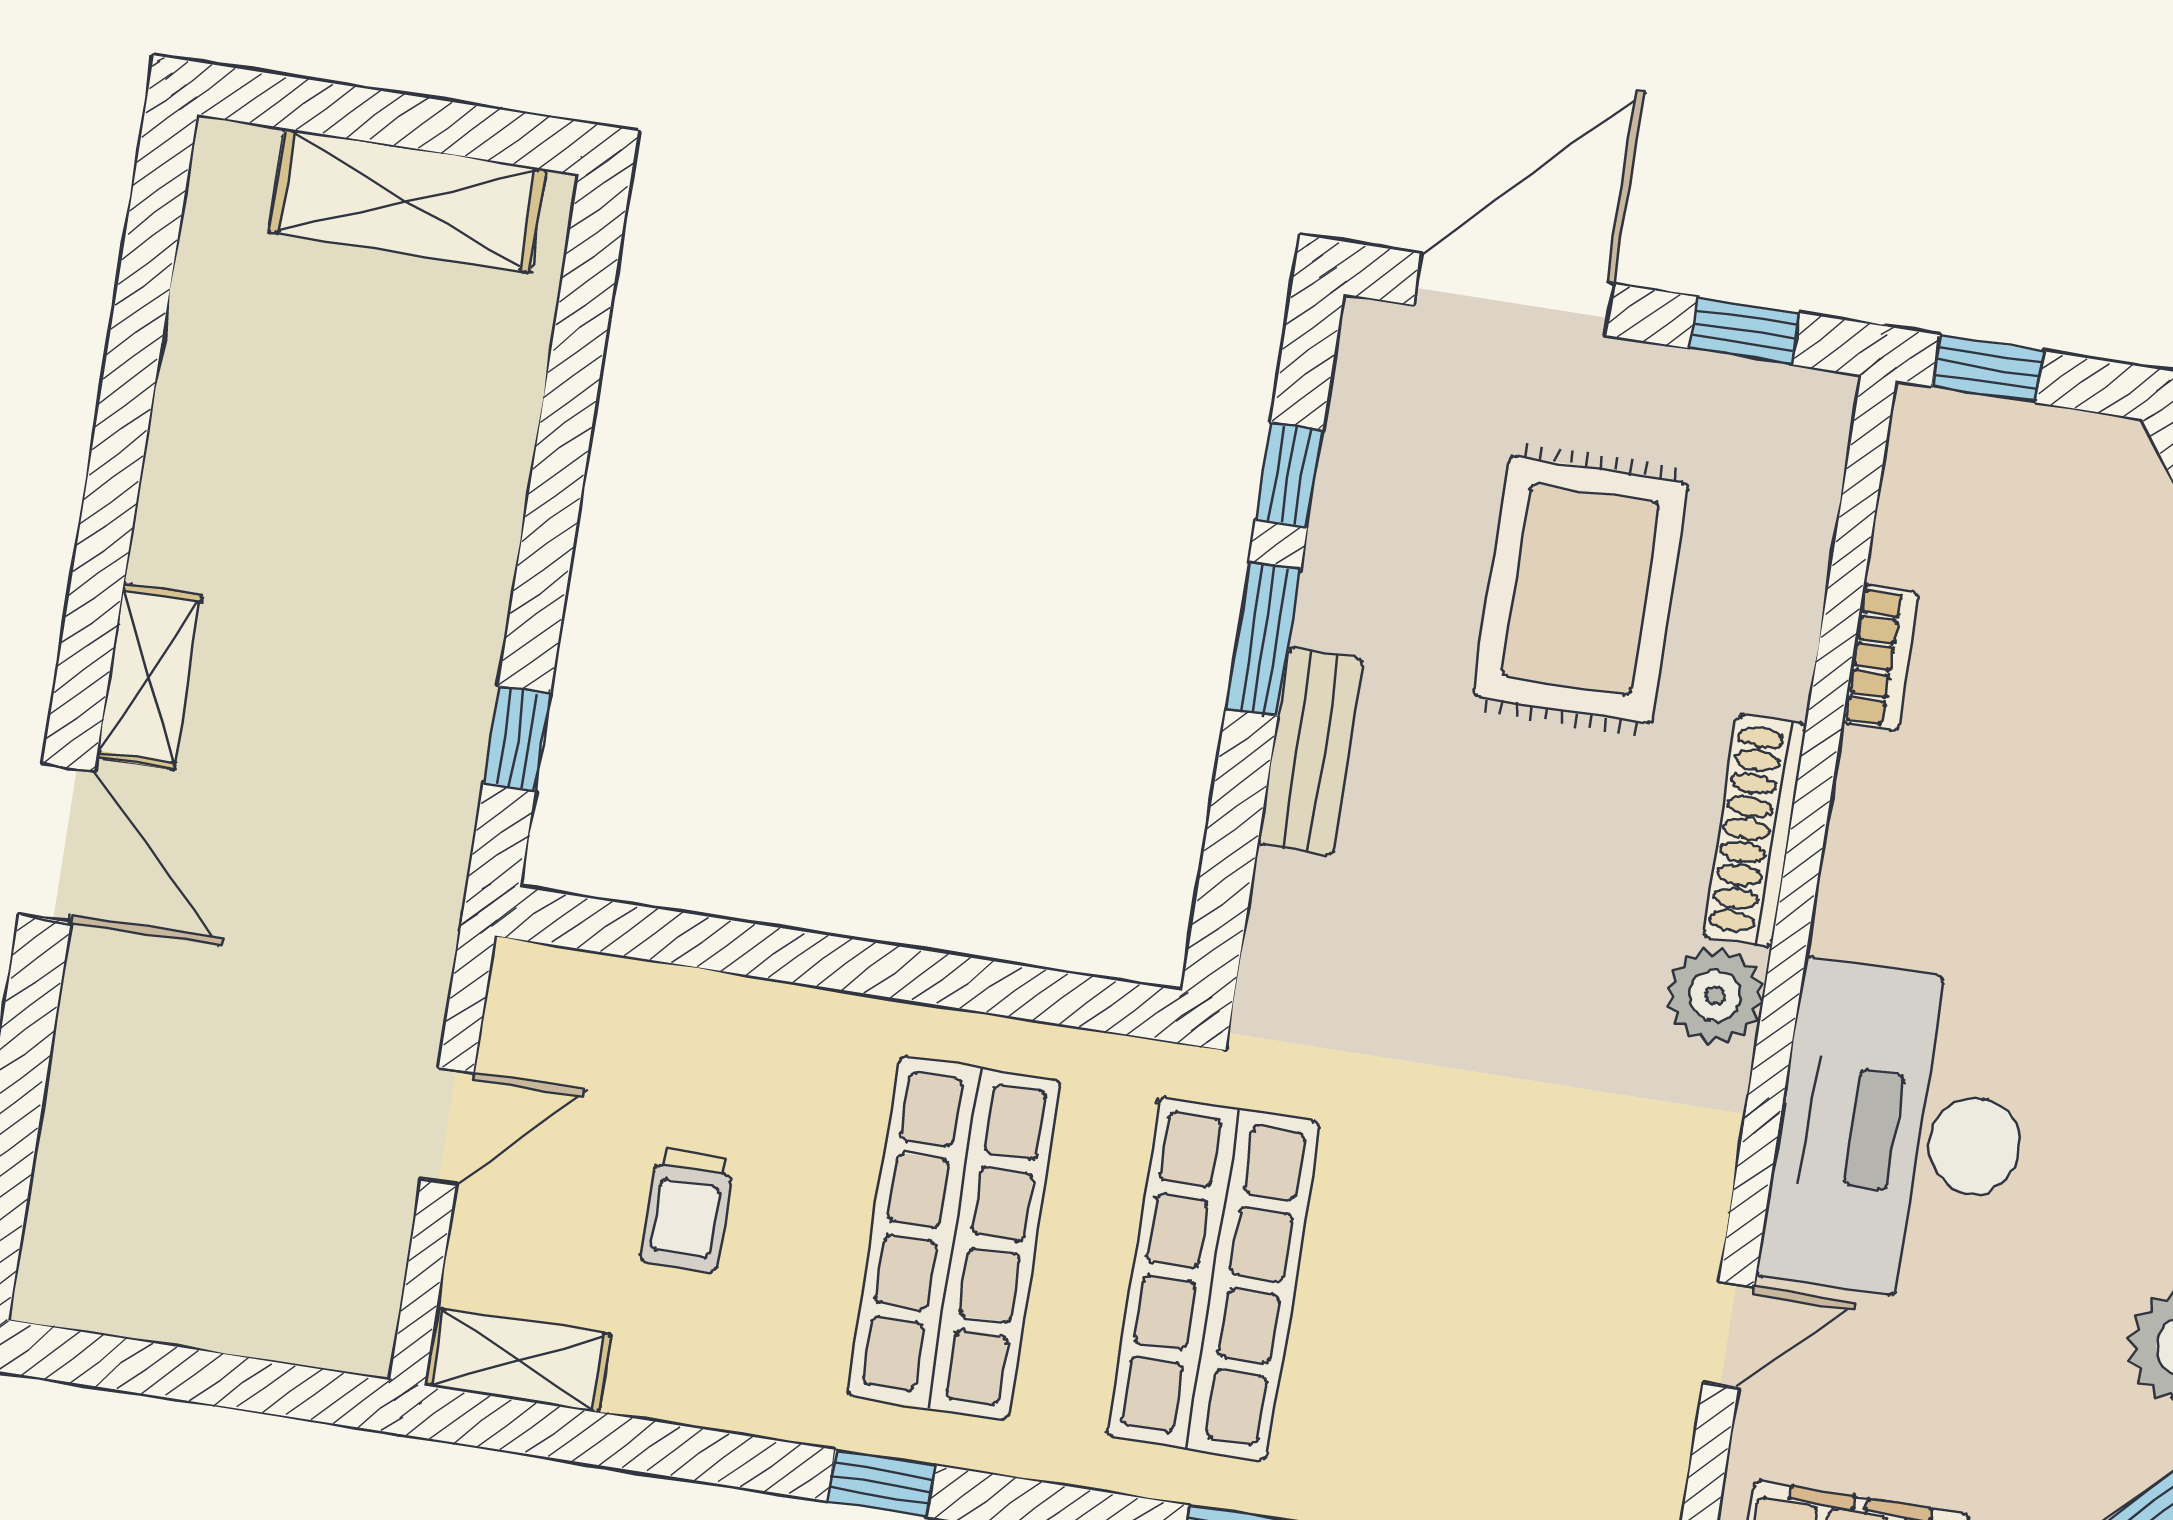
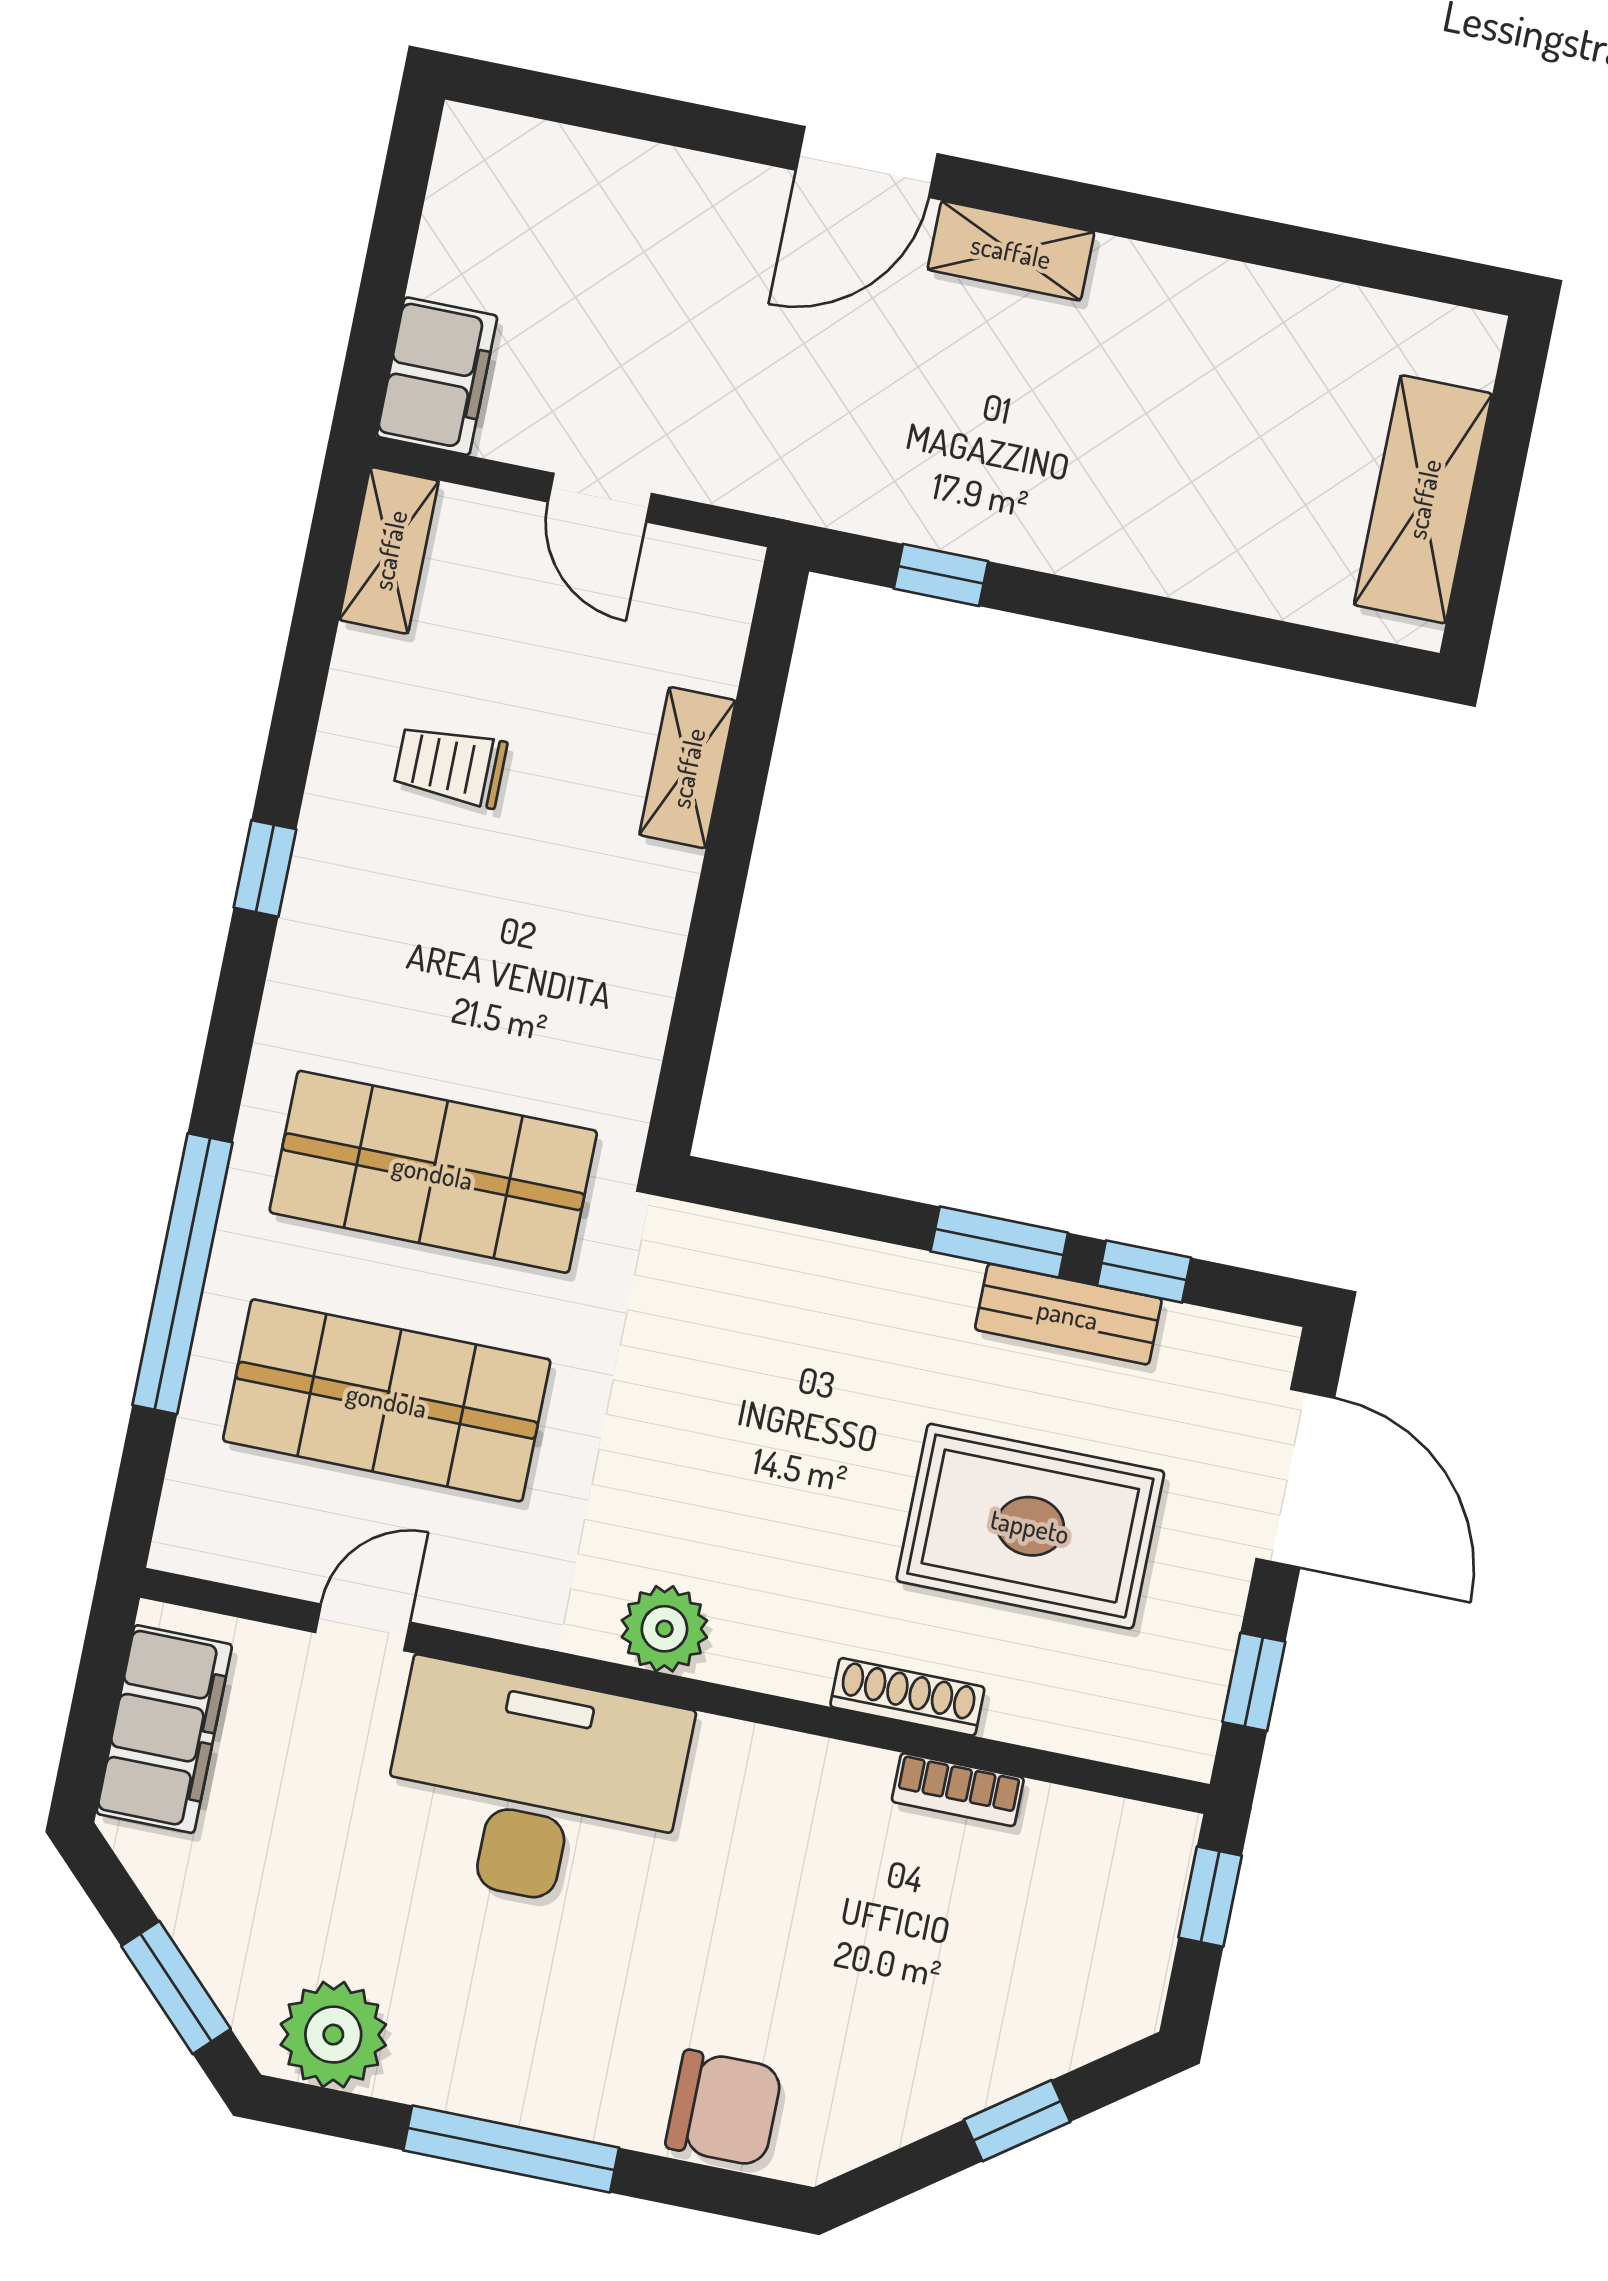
bench: (1310, 752) -> (1068, 1314), moved
shoe rack: (1755, 831) -> (907, 1697), moved, width x0.74, depth x0.81
shelving: (746, 1014) -> (687, 768), added
trolley: (687, 1210) -> (450, 766), moved
shop shelf: (954, 1238) -> (387, 1400), moved
filing cabinet: (319, 1315) -> (437, 376), added
door: (1729, 1335) -> (363, 1627), swing flipped

